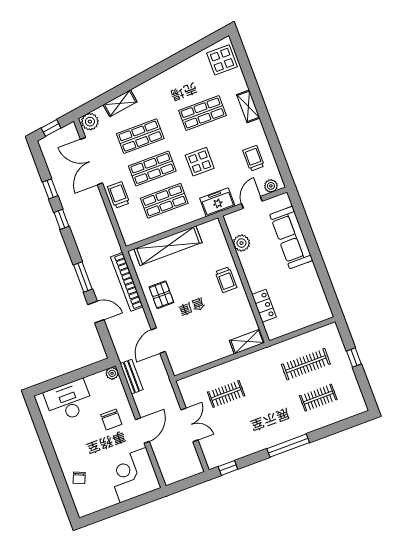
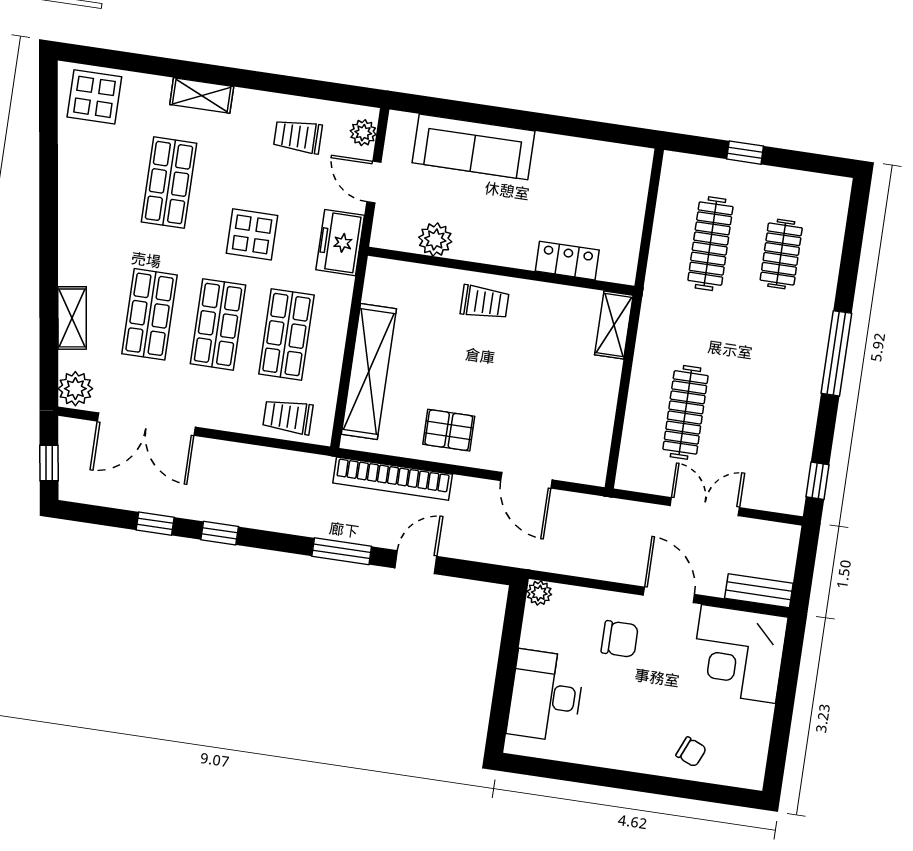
trolley: (119, 195) -> (288, 417), moved
bench: (131, 377) -> (759, 591), moved
clothes rail: (226, 394) -> (685, 412), width x1.36

